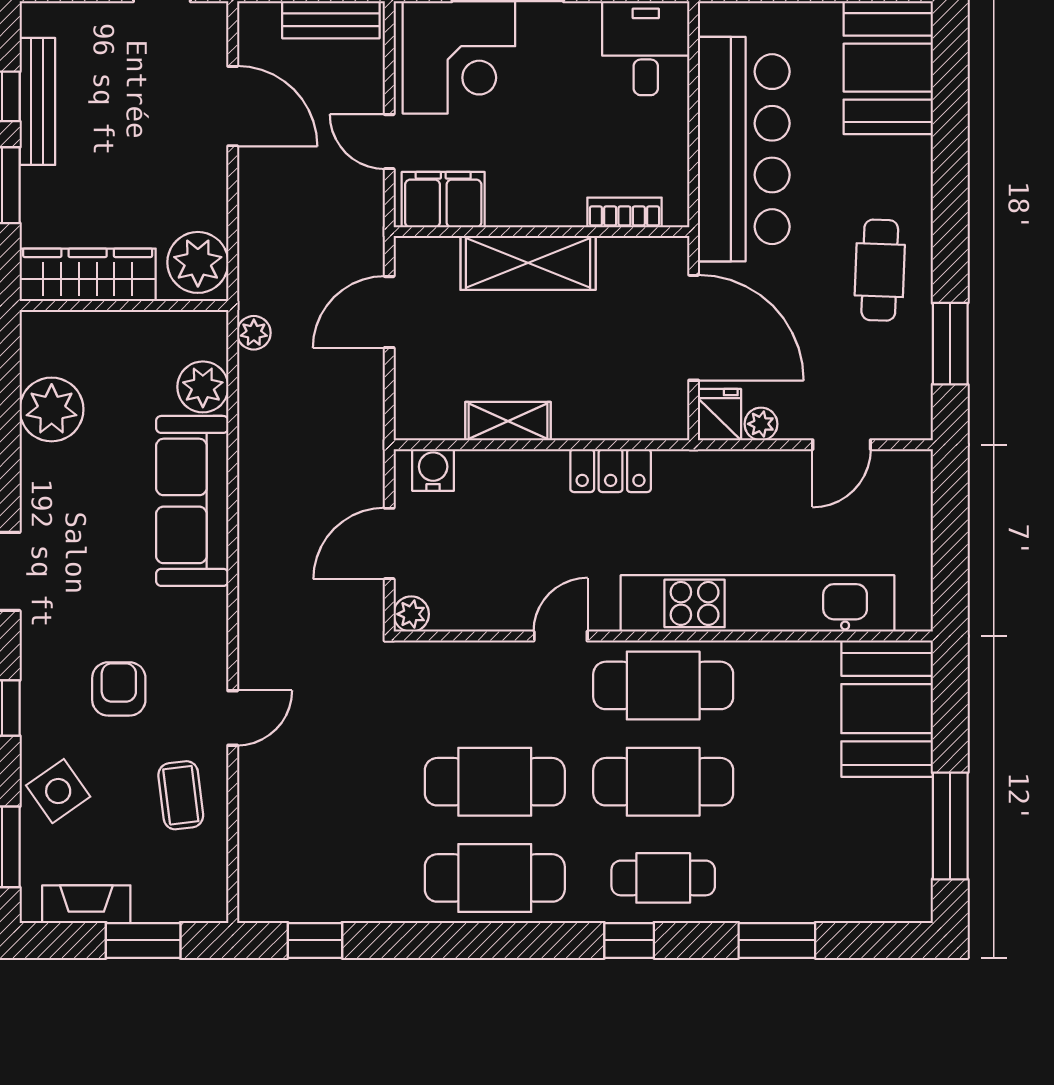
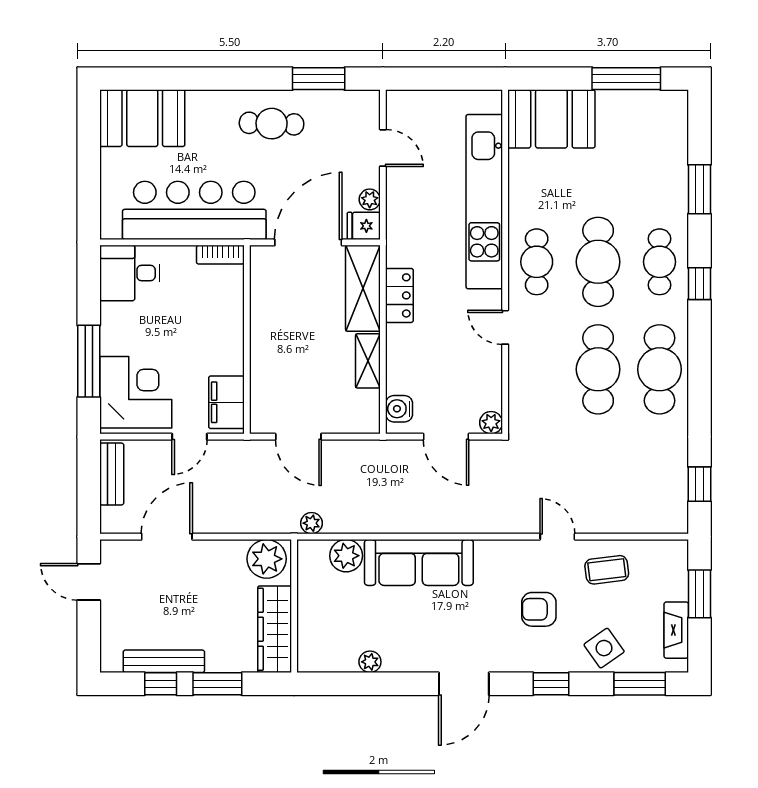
bookcase: (624, 212) -> (220, 255), moved, turned -90
shelving: (528, 263) -> (363, 288), moved
plant: (52, 409) -> (370, 662), width x0.53, depth x0.53
cafe table: (663, 685) -> (537, 262), width x0.73, depth x0.74

